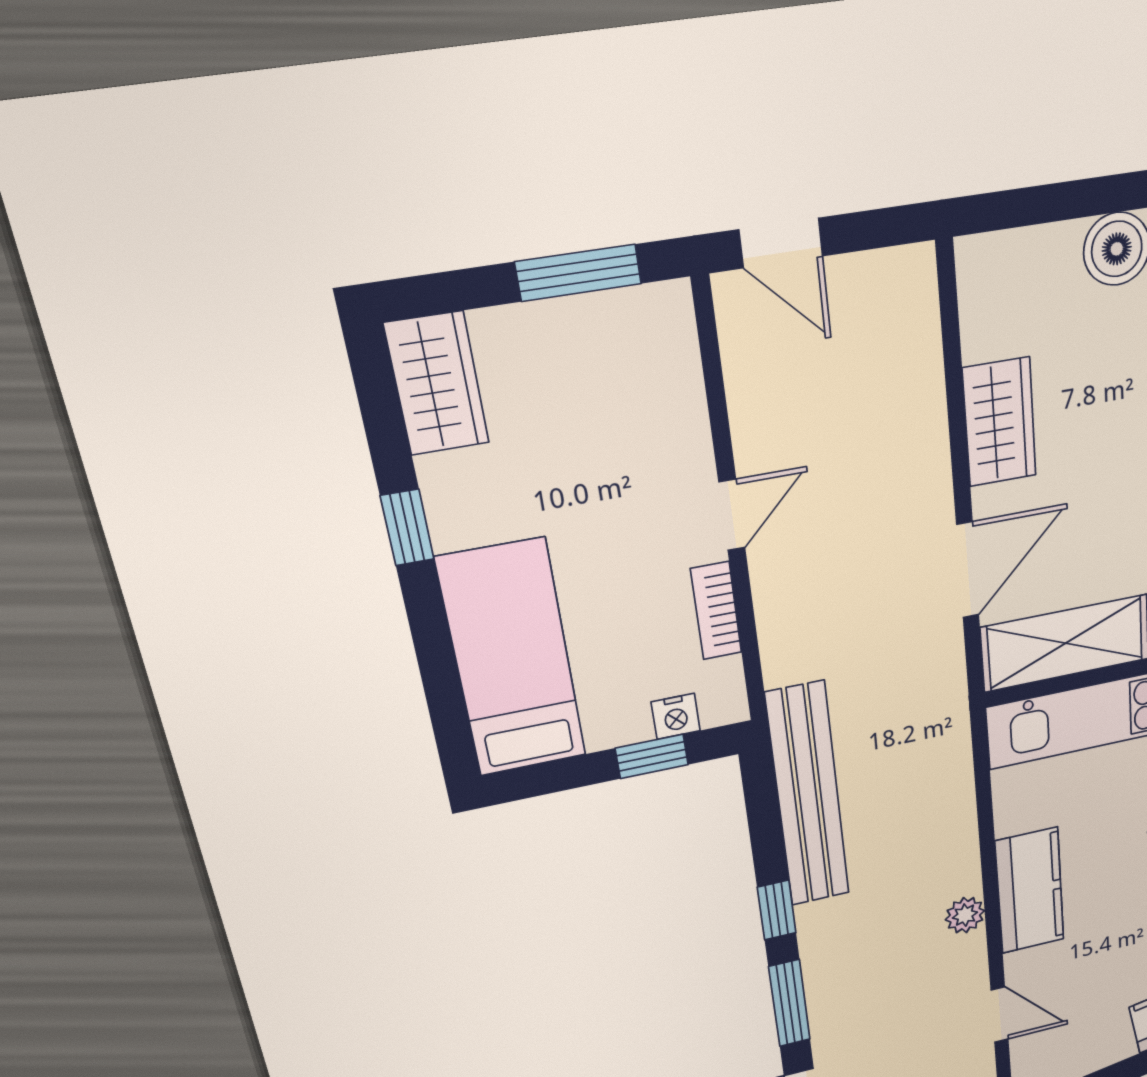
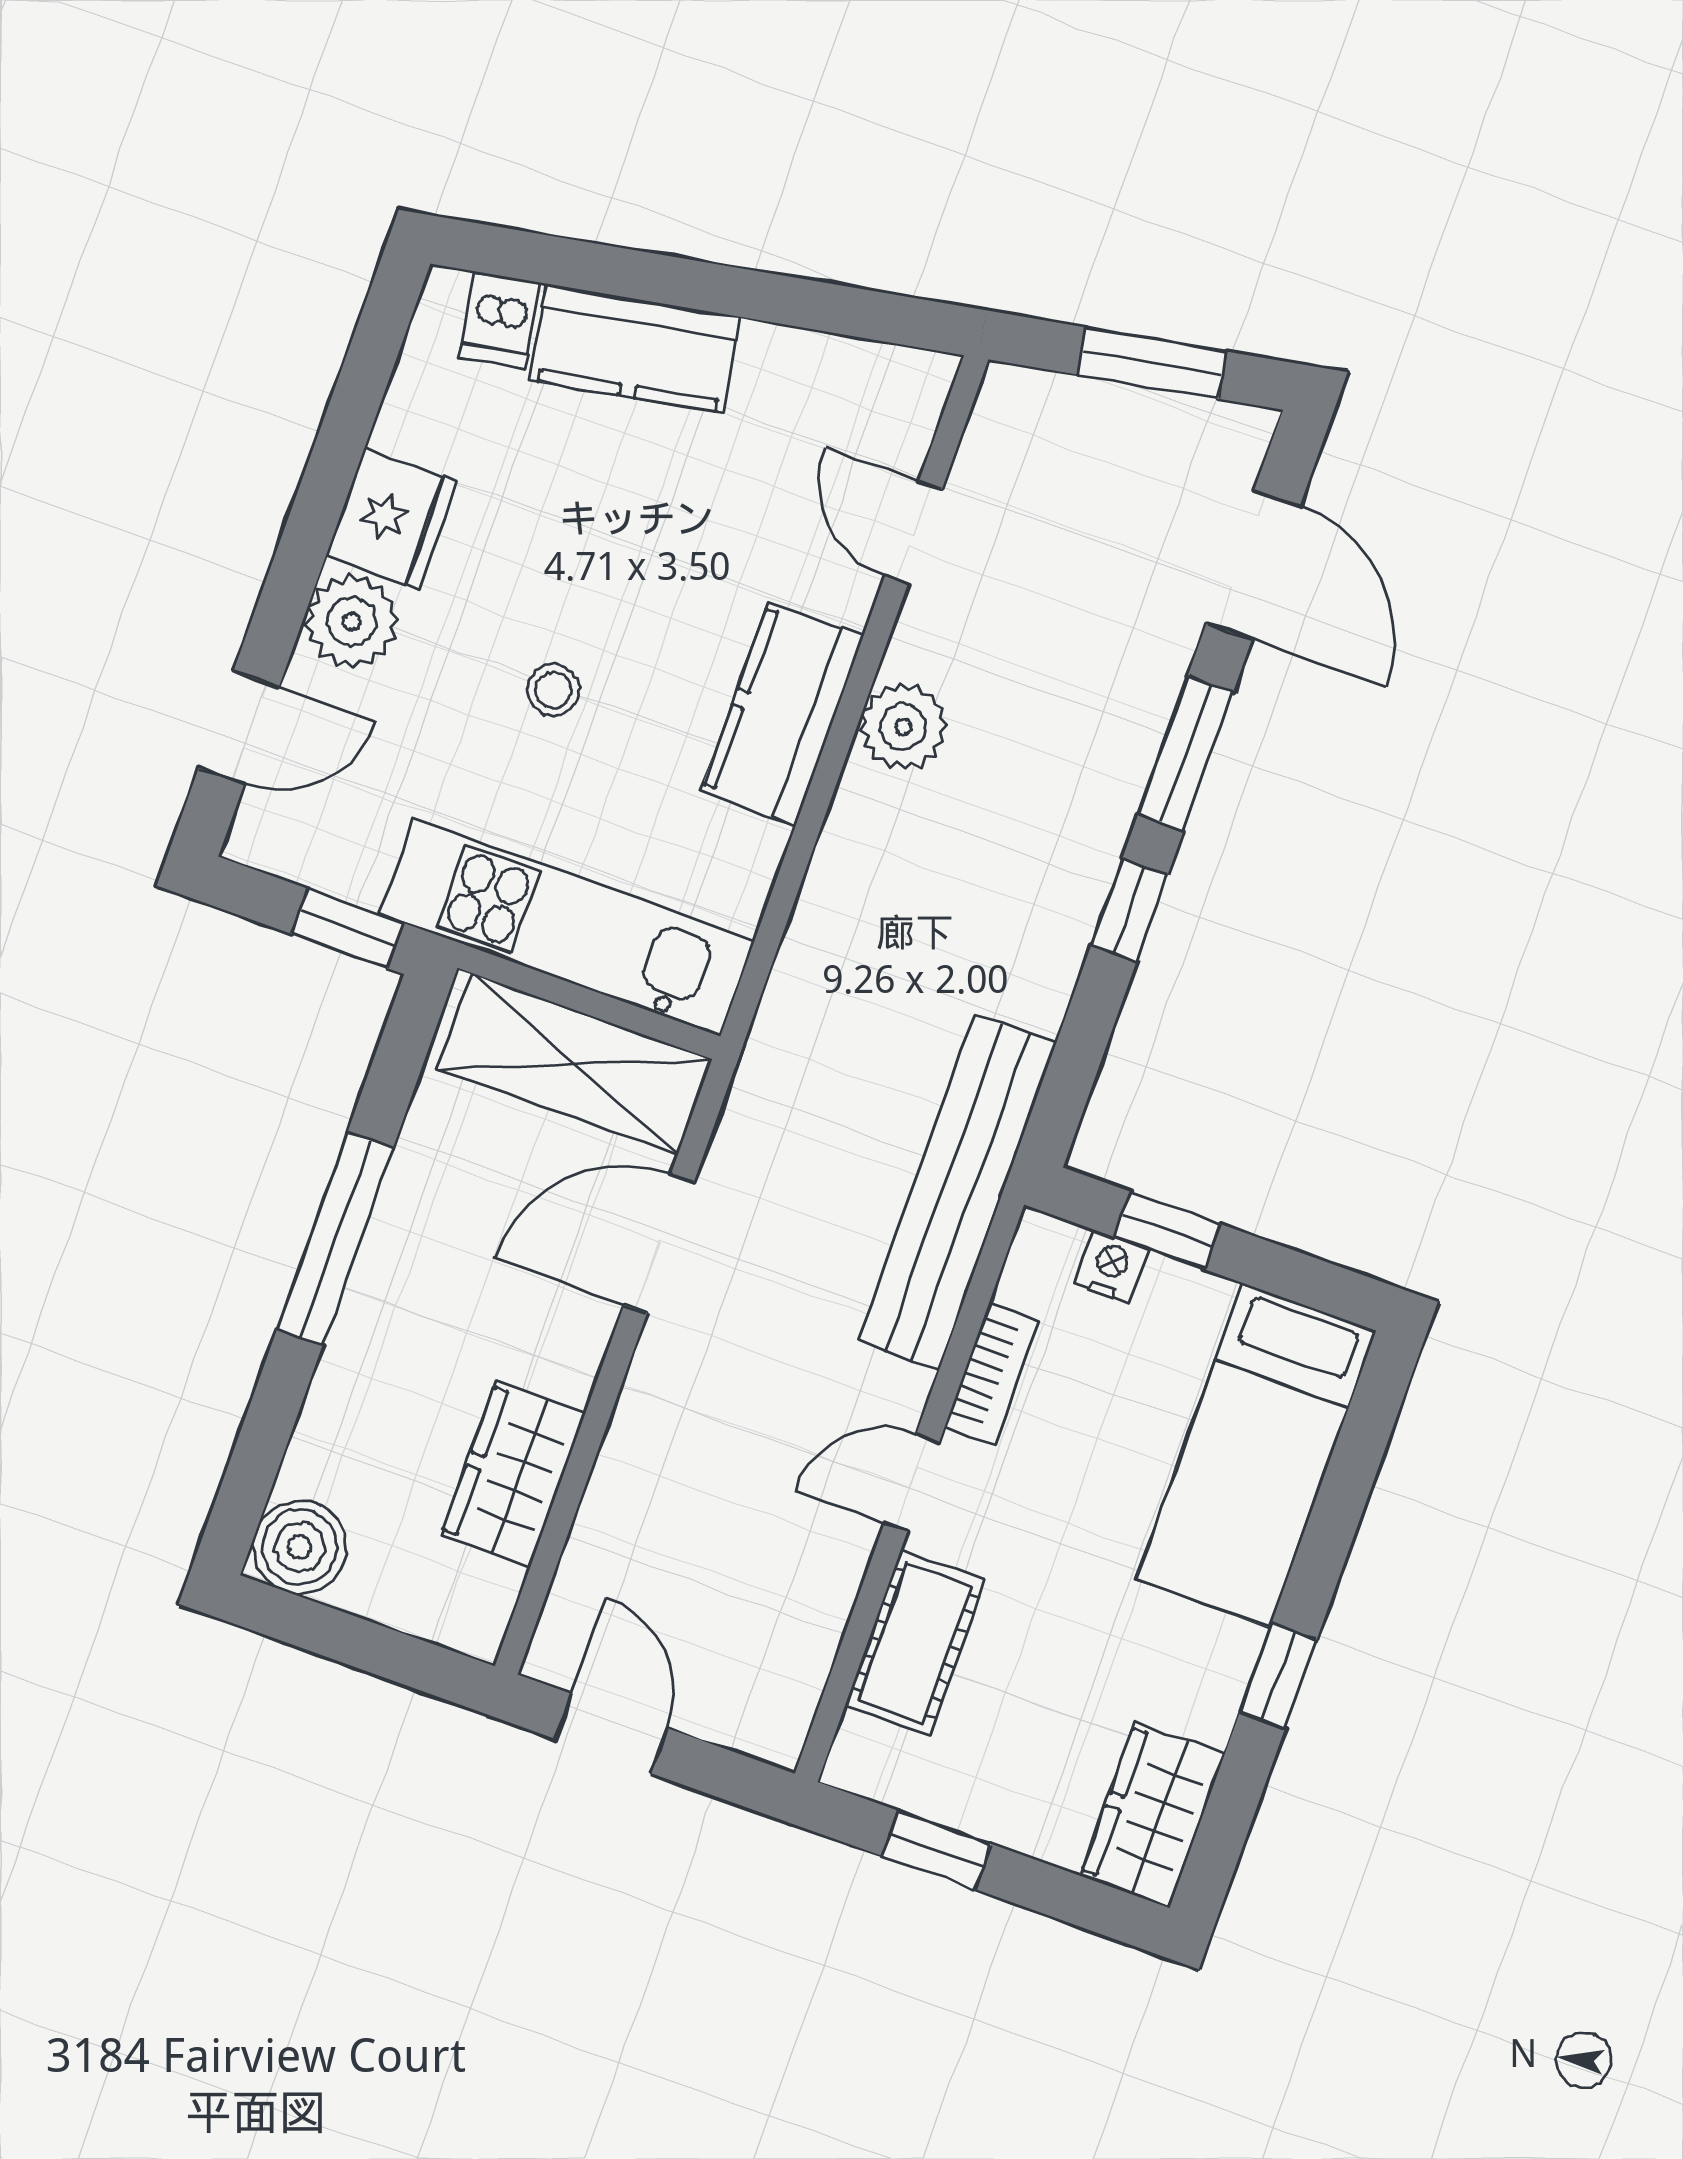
door: (781, 243) -> (612, 1734), moved
window: (578, 273) -> (937, 1850), width x0.67
cot: (673, 411) -> (915, 1643), added
wardrobe: (1000, 422) -> (513, 1474), moved
bench: (808, 795) -> (957, 1192), moved
plant: (965, 915) -> (903, 727), width x1.38, depth x1.38

